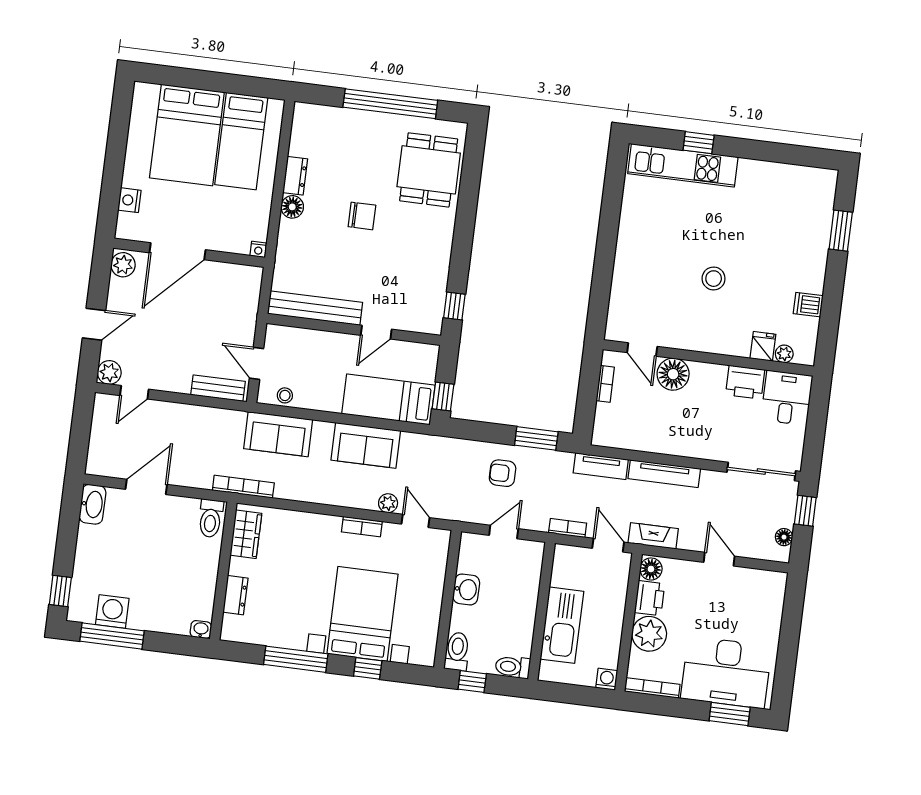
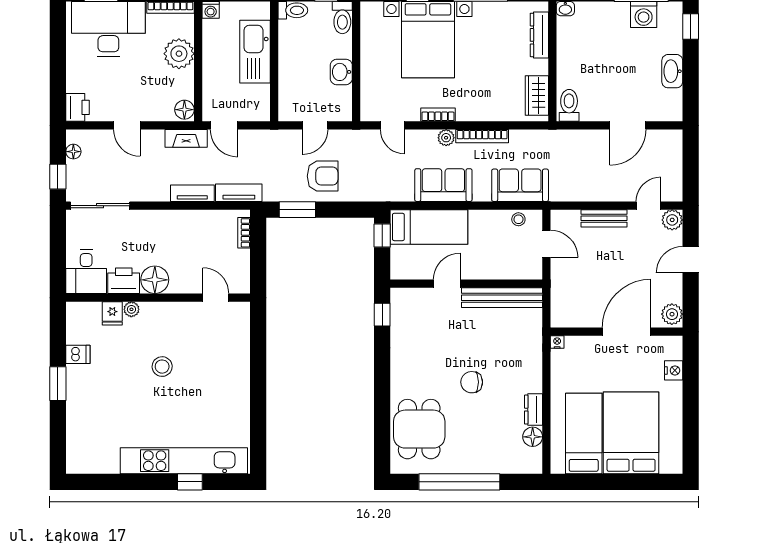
kitchen unit: (683, 165) -> (184, 461), width x1.36
floor lamp: (292, 207) -> (533, 437), moved
window: (841, 231) -> (58, 384), moved
plant: (784, 354) -> (131, 309), moved
floor lamp: (673, 374) -> (155, 280), moved
bookcase: (605, 384) -> (244, 233), moved
bench: (218, 388) -> (604, 218), moved
armchair: (503, 473) -> (323, 176), width x1.38, depth x1.38
tv unit: (664, 474) -> (192, 193), width x0.71
bookcase: (243, 487) -> (482, 136), moved
plant: (388, 503) -> (446, 138), moved
washbasin: (92, 504) -> (672, 71), moved
bookcase: (568, 528) -> (261, 136), removed
dresser: (235, 595) -> (539, 35), width x1.44
printer: (650, 598) -> (78, 107), moved, turned 180

